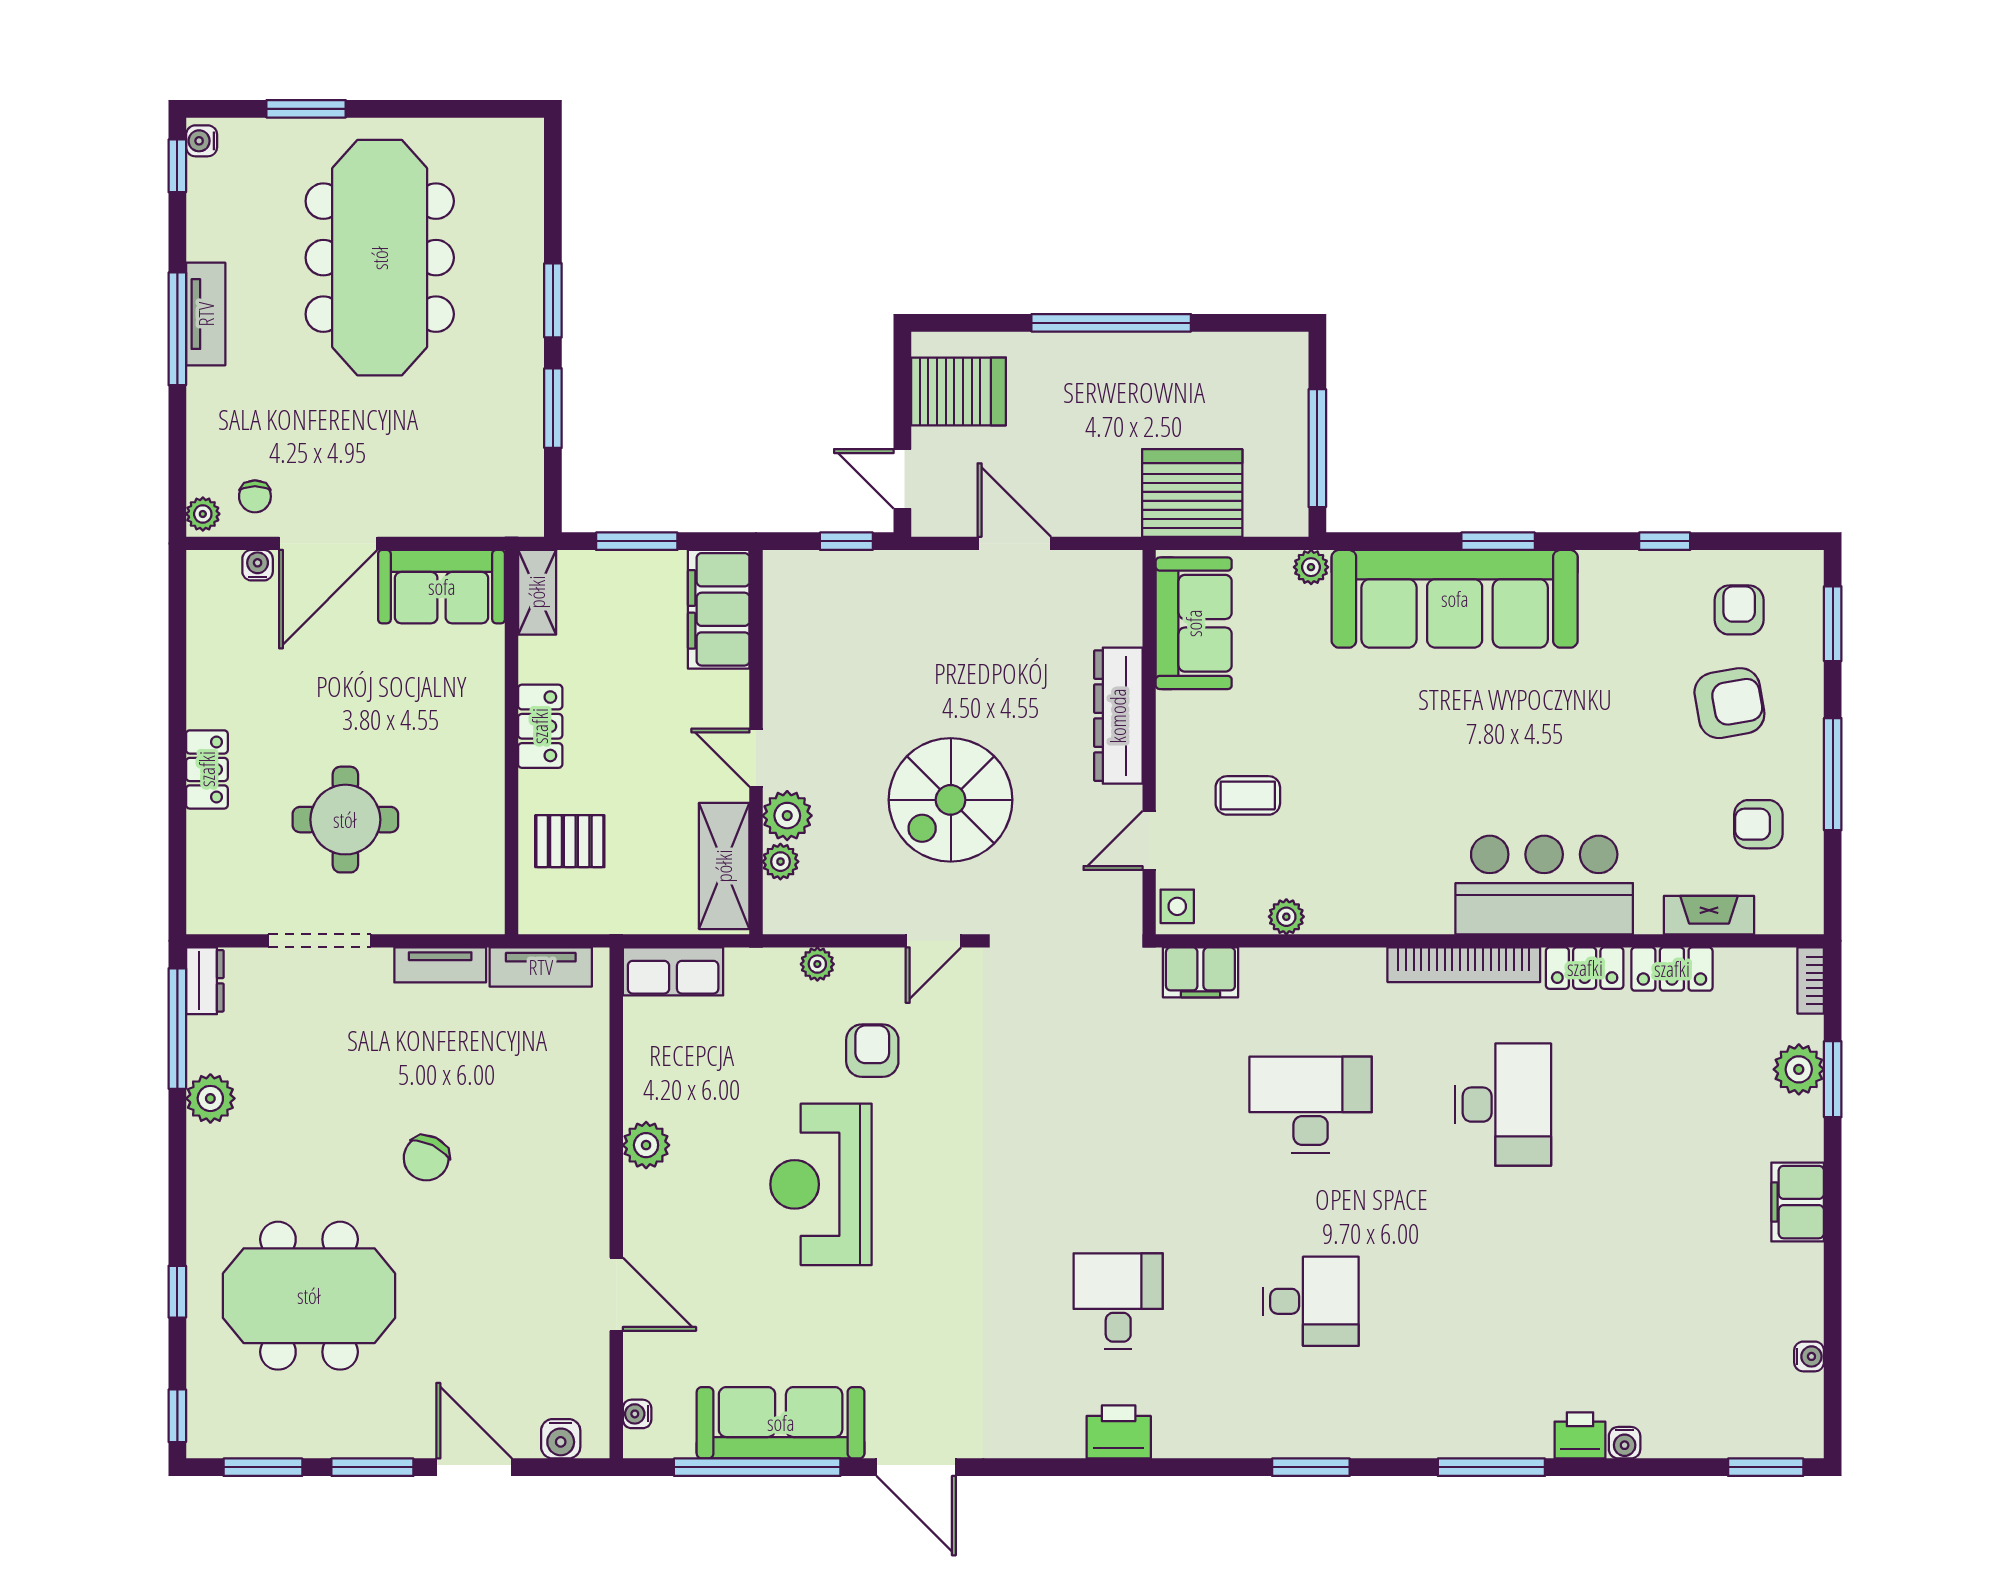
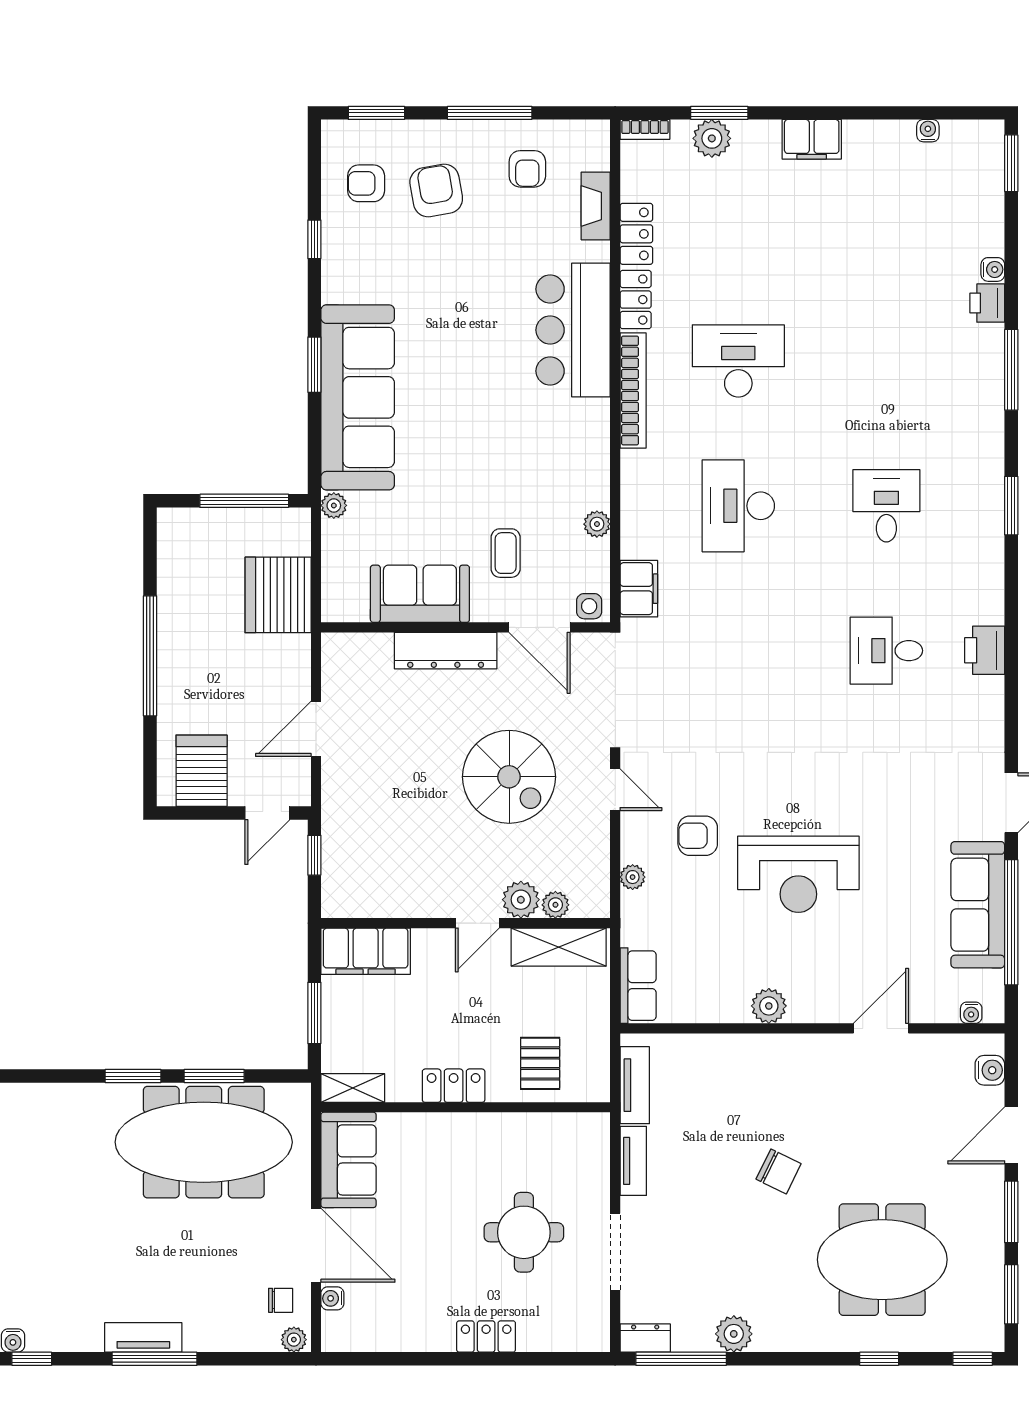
meeting table: (380, 258) -> (204, 1142), moved
sofa: (1194, 623) -> (420, 594), moved
door: (1149, 840) -> (540, 627), width x1.38
meeting table: (309, 1296) -> (882, 1260), turned 90

